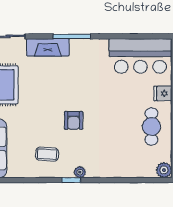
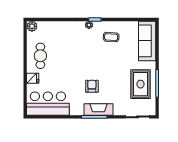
fireplace: (48, 47) -> (98, 109), moved
armchair: (74, 120) -> (92, 86), moved

